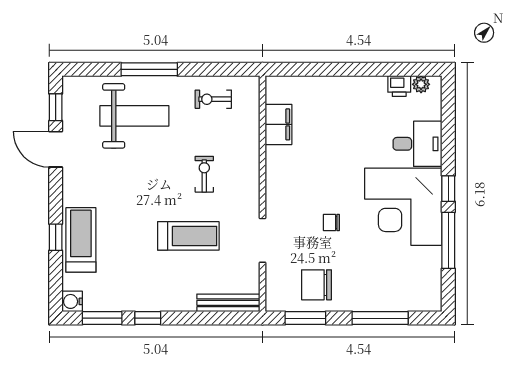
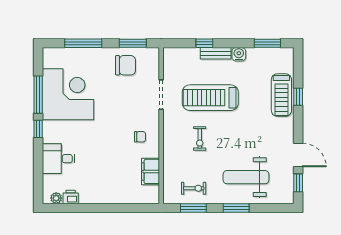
window: (149, 69) -> (236, 208), width x0.69
window: (214, 69) -> (193, 208), added
corner desk: (403, 207) -> (68, 94), moved
chair: (331, 222) -> (140, 137), moved
treadmill: (188, 236) -> (210, 98), width x1.37, depth x1.38
water cooler: (72, 301) -> (239, 54), moved, turned -90
bench: (228, 303) -> (216, 53), moved, width x0.73
window: (148, 318) -> (204, 43), moved

